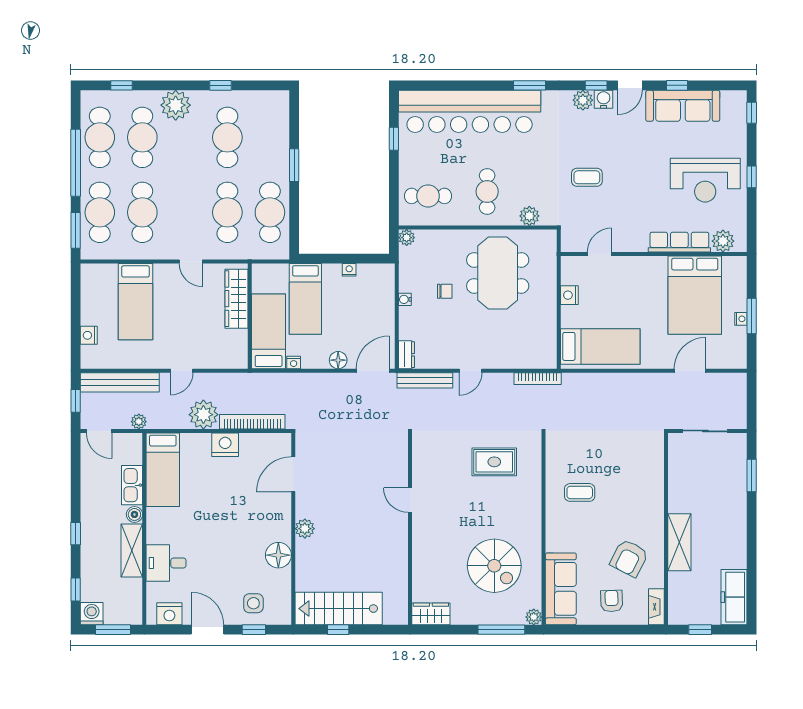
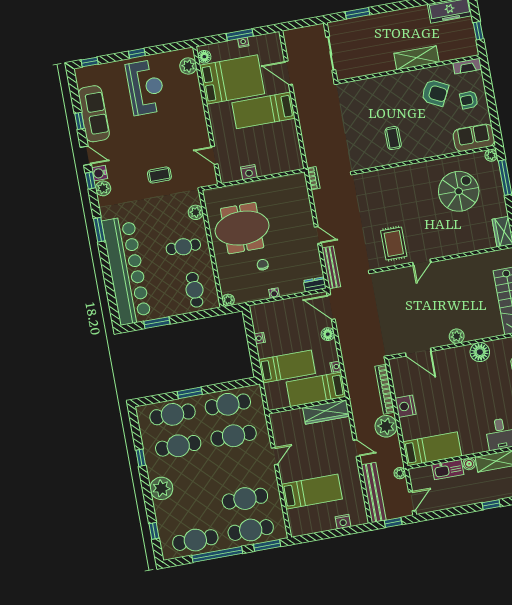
cafe table: (142, 137) -> (172, 414), moved
window: (394, 139) -> (157, 323), width x1.50
coffee table: (587, 177) -> (159, 175), turned 90
row of seats: (679, 242) -> (195, 98), removed
floor lamp: (731, 264) -> (204, 57), added
wardrobe: (237, 299) -> (326, 412), moved
bed: (600, 346) -> (264, 110), moved, turned -90
bookcase: (538, 379) -> (314, 178), width x0.64
rug: (494, 462) -> (394, 244), moved
sofa: (561, 589) -> (474, 138), width x0.73

